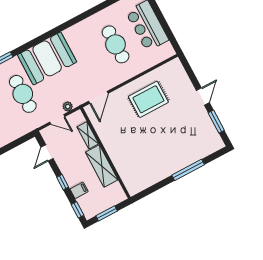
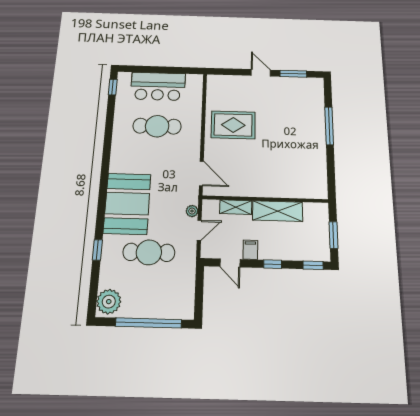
rug: (148, 99) -> (233, 125), turned 90
filing cabinet: (79, 190) -> (250, 250), moved

